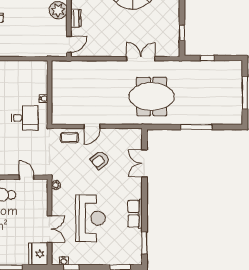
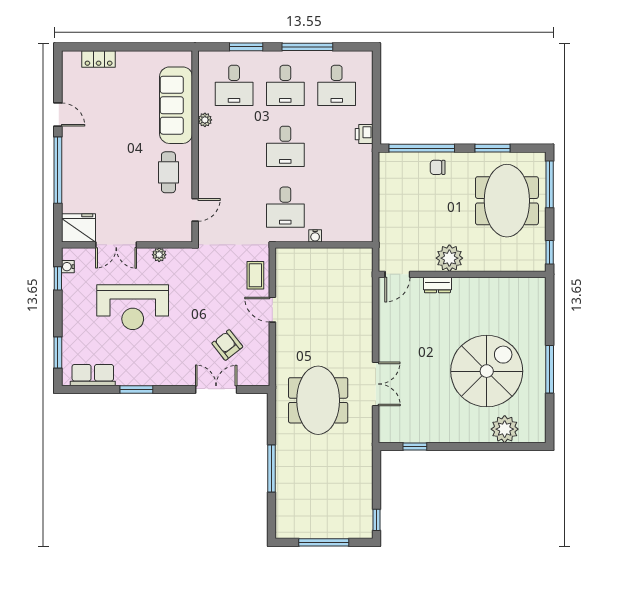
door: (69, 44) -> (397, 274), hinge flipped
window: (207, 58) -> (377, 520), moved
armchair: (100, 160) -> (227, 345), moved
plant: (56, 185) -> (159, 255), moved
row of seats: (135, 214) -> (93, 375), moved
window: (144, 243) -> (136, 389), moved

